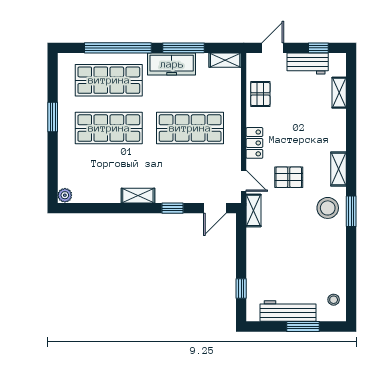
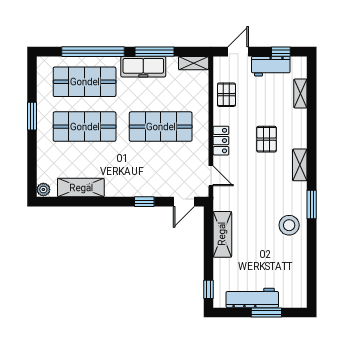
pallet: (289, 177) -> (266, 139), moved, turned 90
shelving: (138, 196) -> (81, 188), moved, width x1.50, depth x1.33
stool: (328, 208) -> (289, 225), moved
shelving: (254, 210) -> (222, 234), moved, width x1.50, depth x1.33
window: (241, 289) -> (209, 289), moved
stool: (334, 300) -> (295, 287), removed

